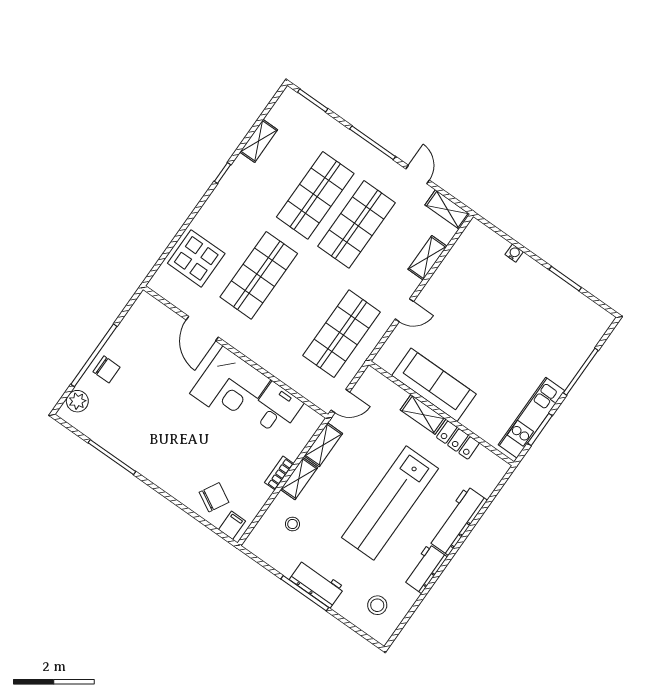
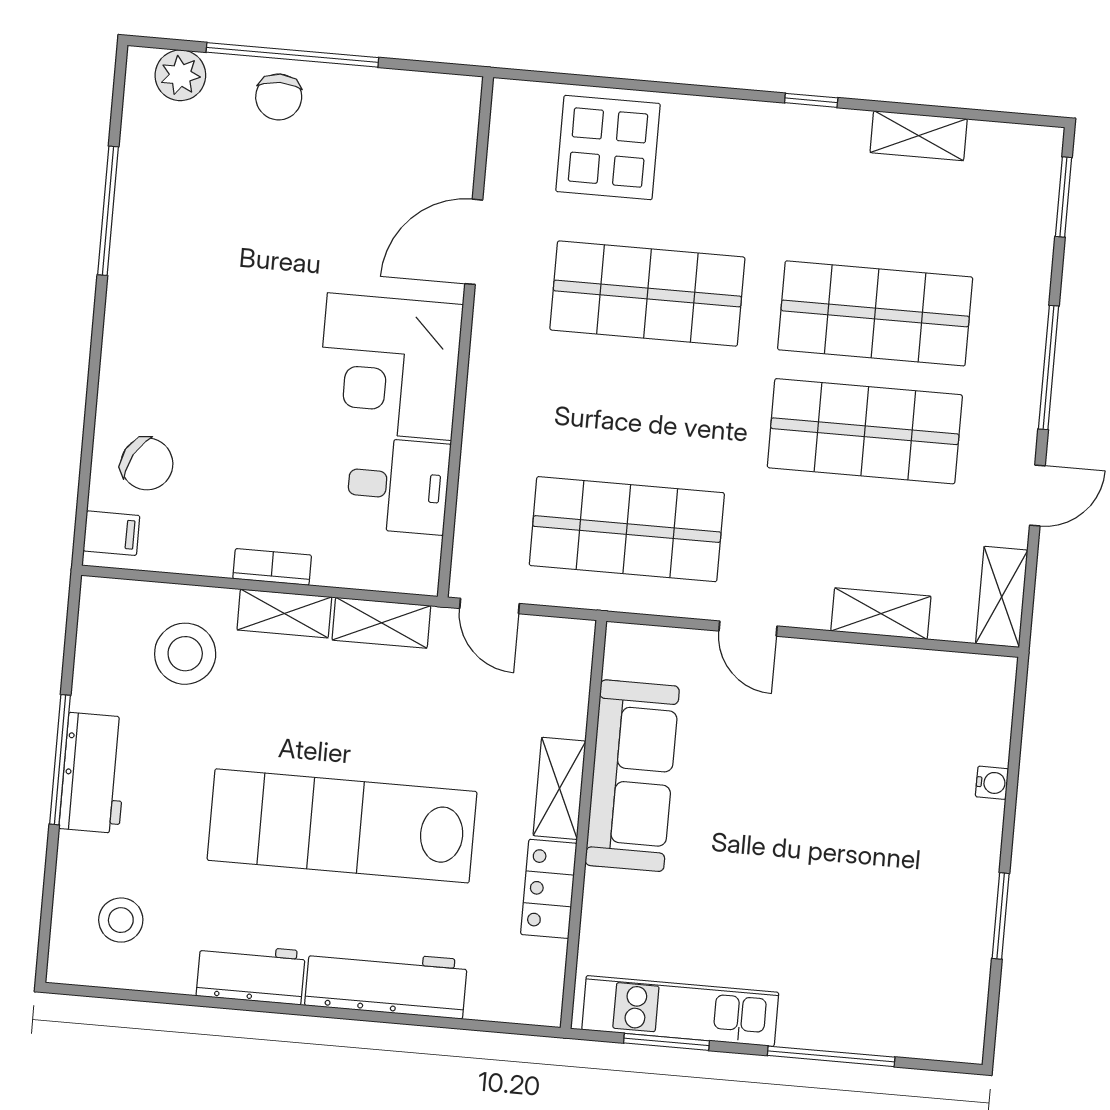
stool: (292, 524) -> (185, 654), width x1.89, depth x1.89

